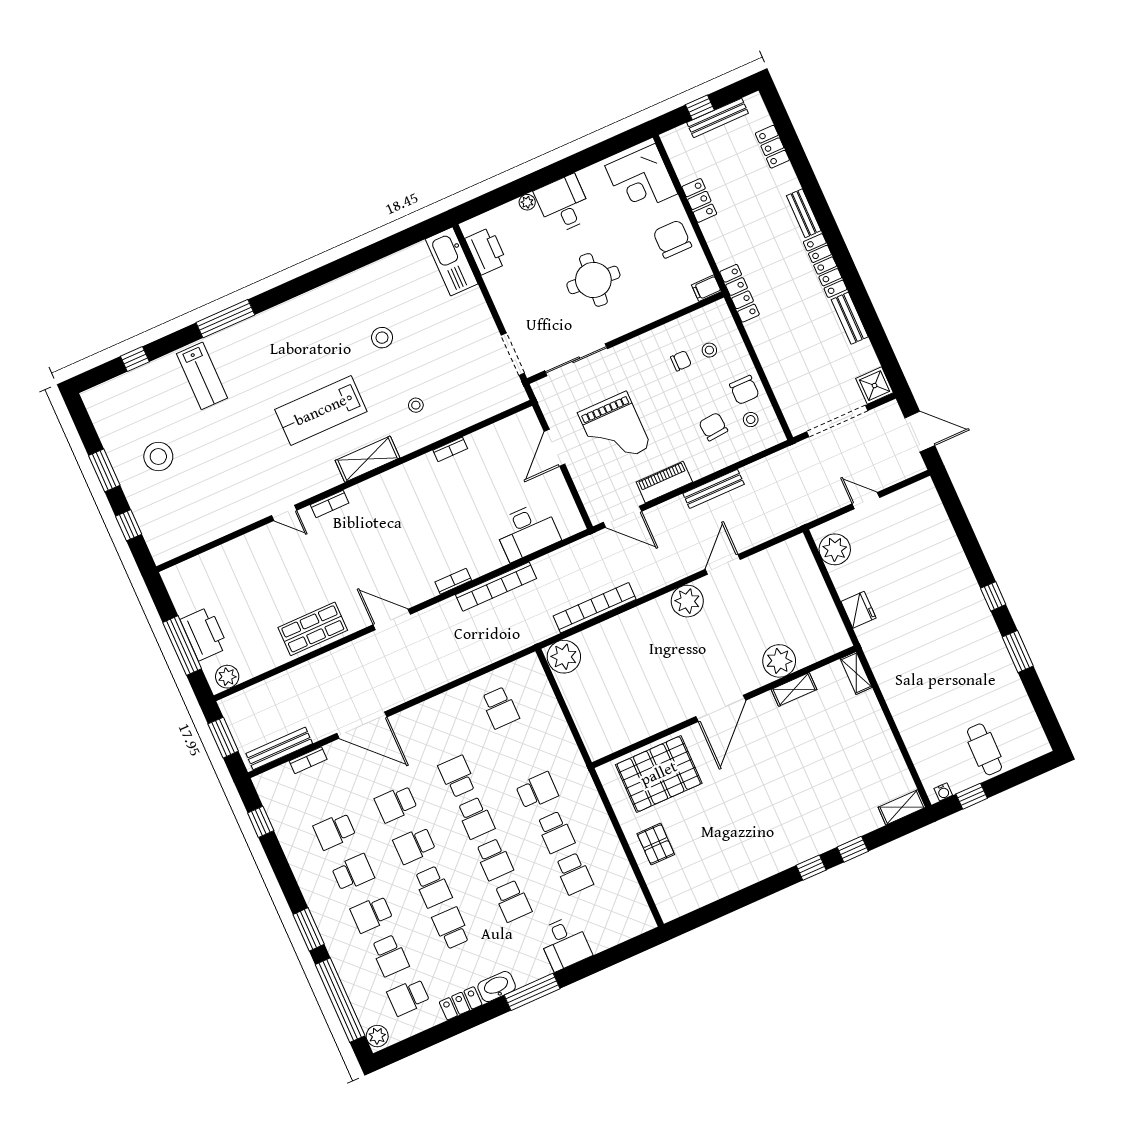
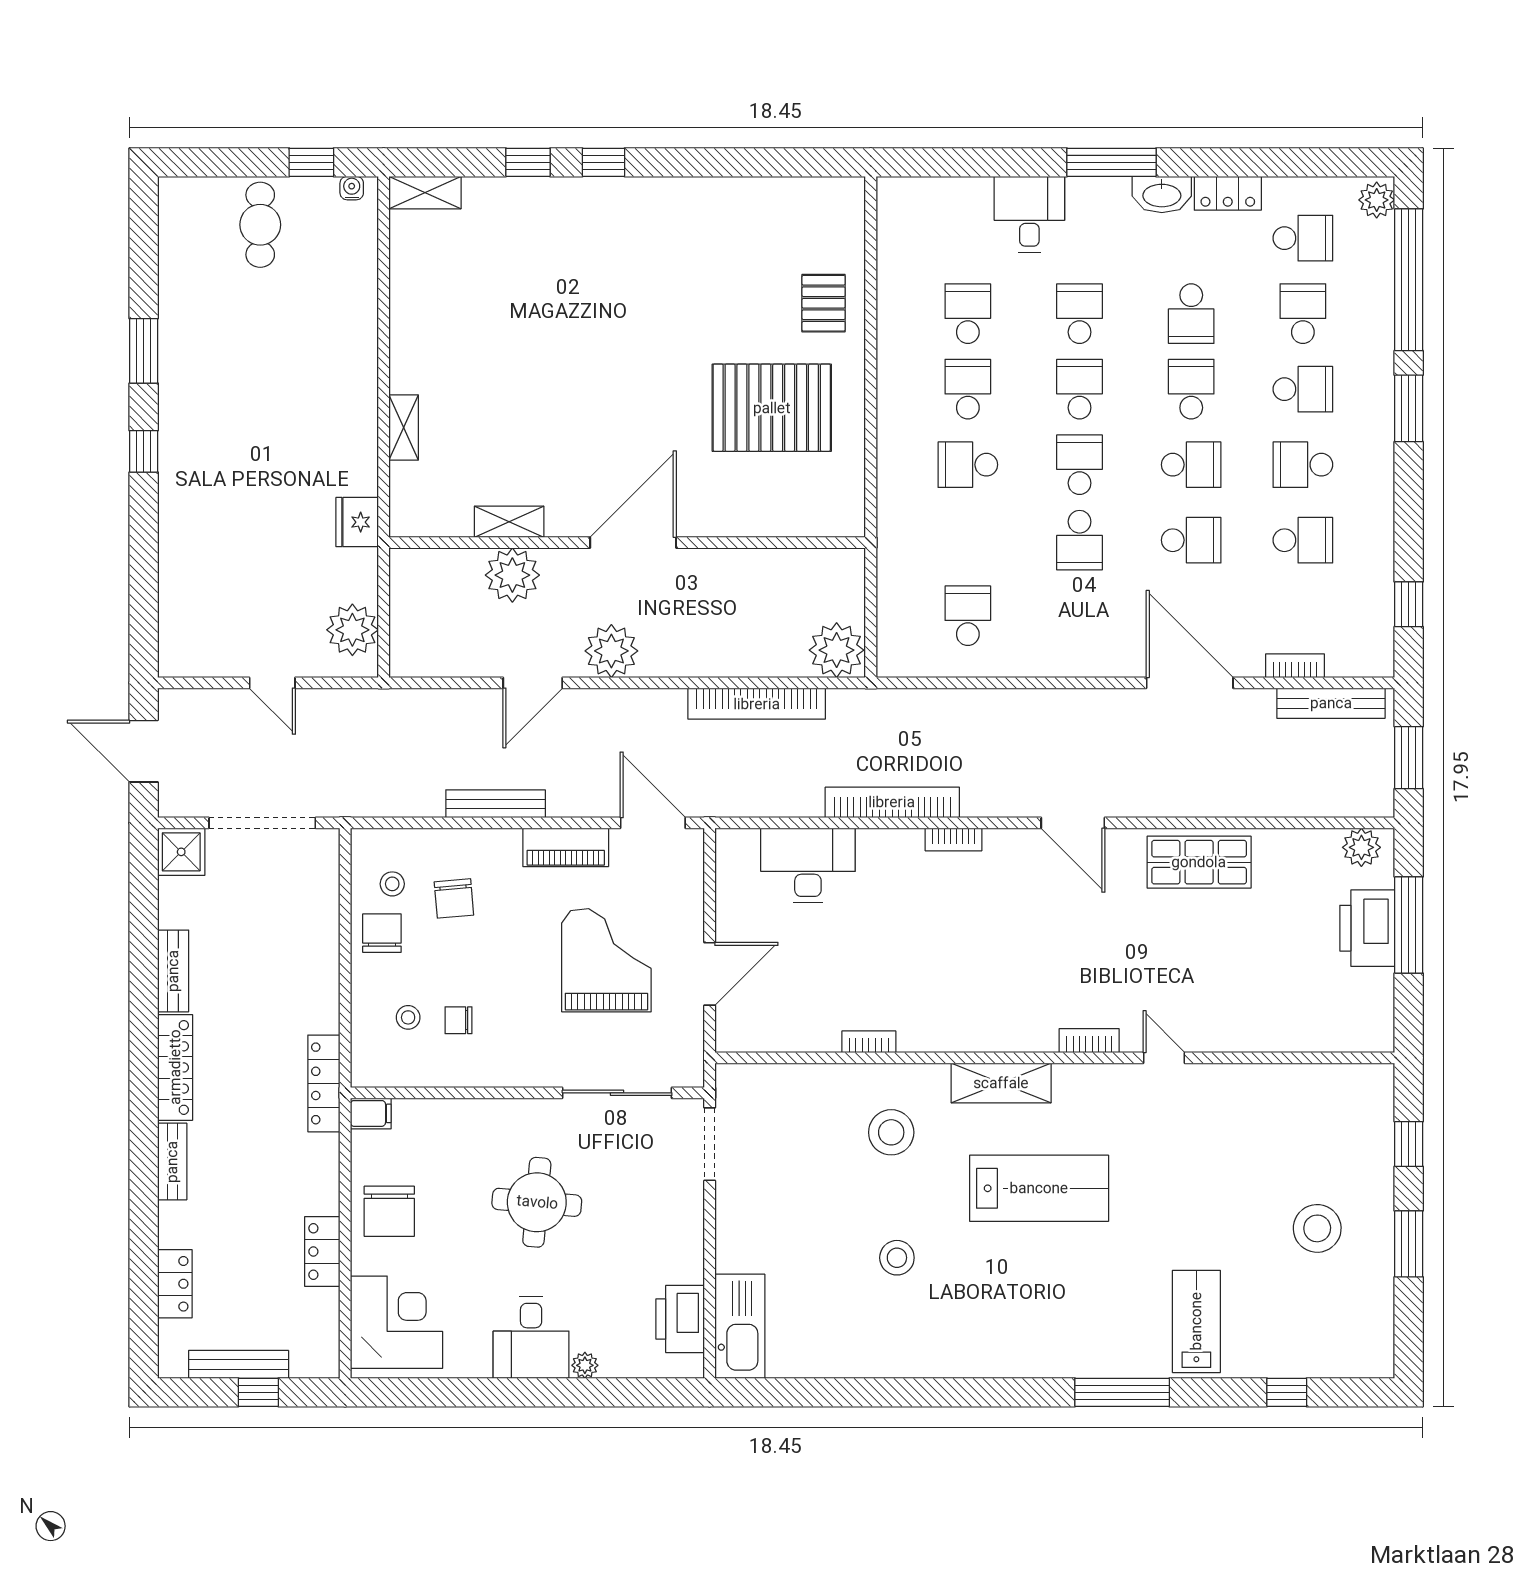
stool: (416, 405) -> (891, 1132), width x1.89, depth x1.89
plant: (779, 661) -> (512, 575), moved
shelving: (794, 689) -> (509, 522), moved
wall: (724, 707) -> (627, 543), moved
door: (721, 708) -> (633, 543), moved

